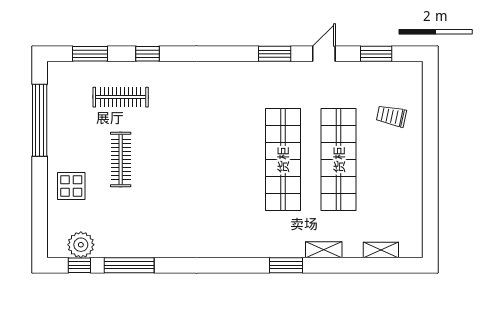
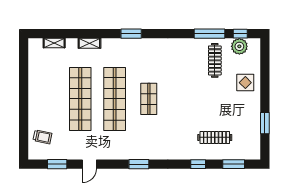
window: (275, 54) -> (139, 164), moved
trolley: (391, 116) -> (42, 137), moved
window: (40, 120) -> (265, 123), width x0.47
clothes rail: (121, 160) -> (215, 60), moved
shop shelf: (227, 160) -> (149, 99), added
window: (286, 265) -> (131, 34), moved

